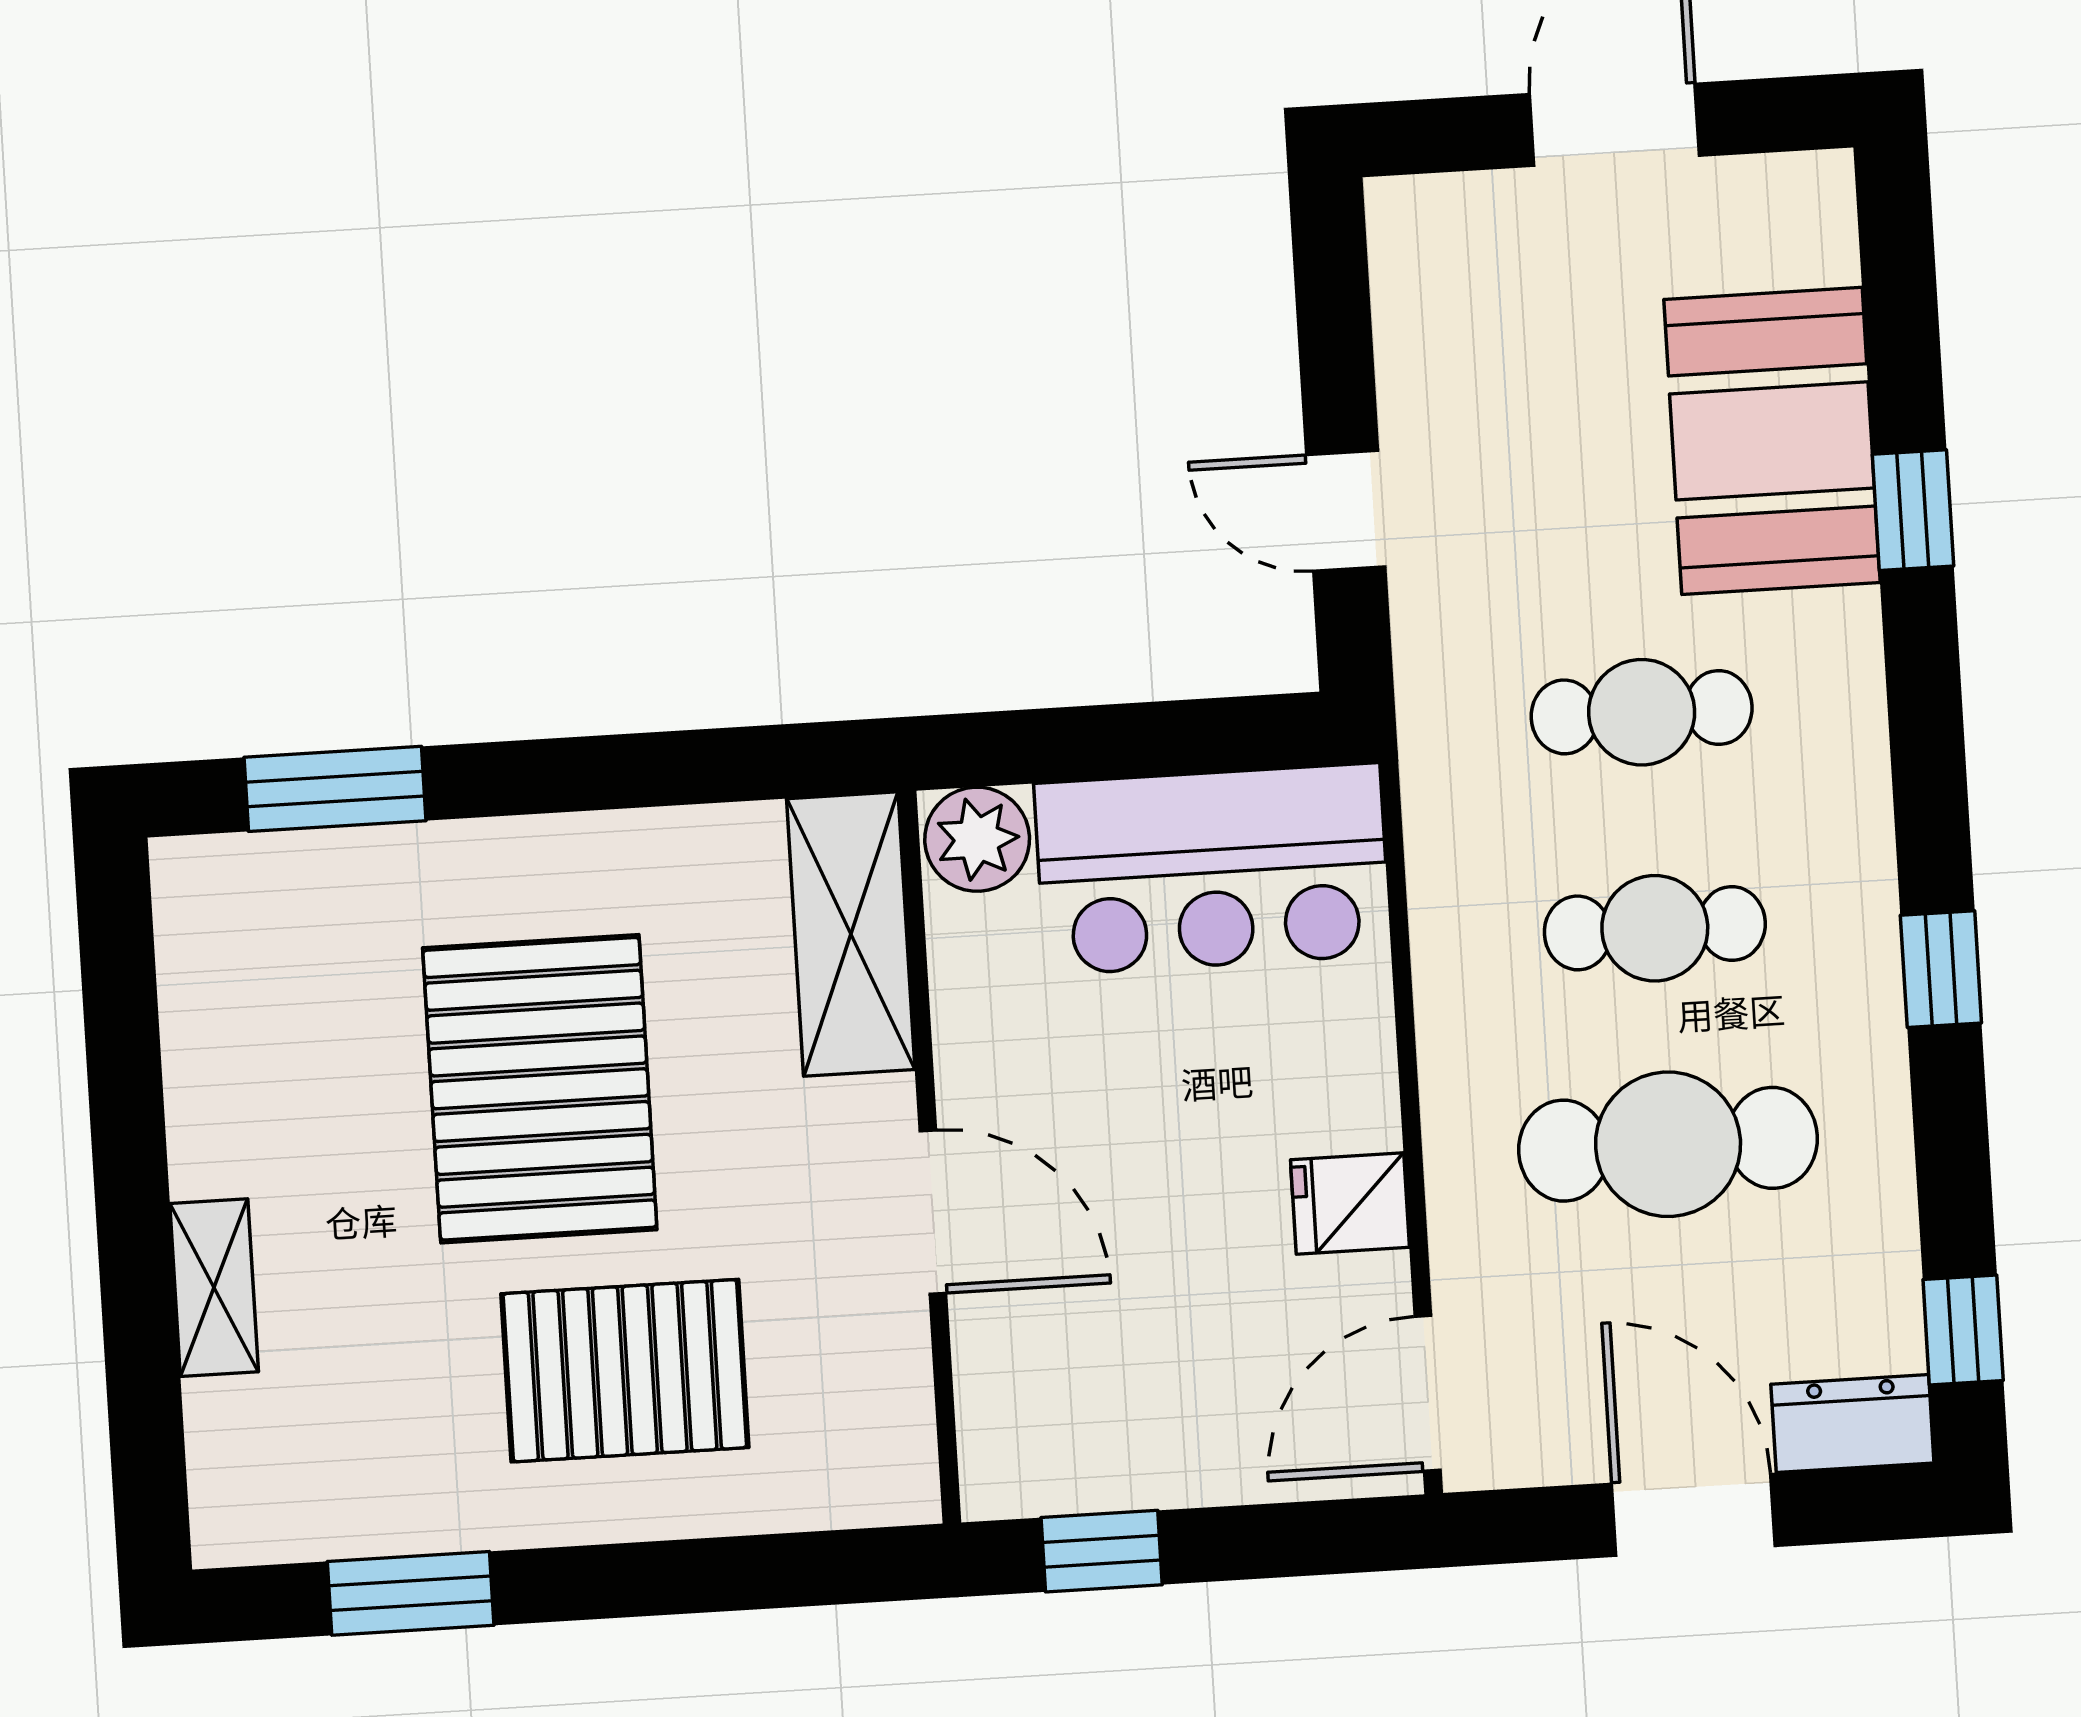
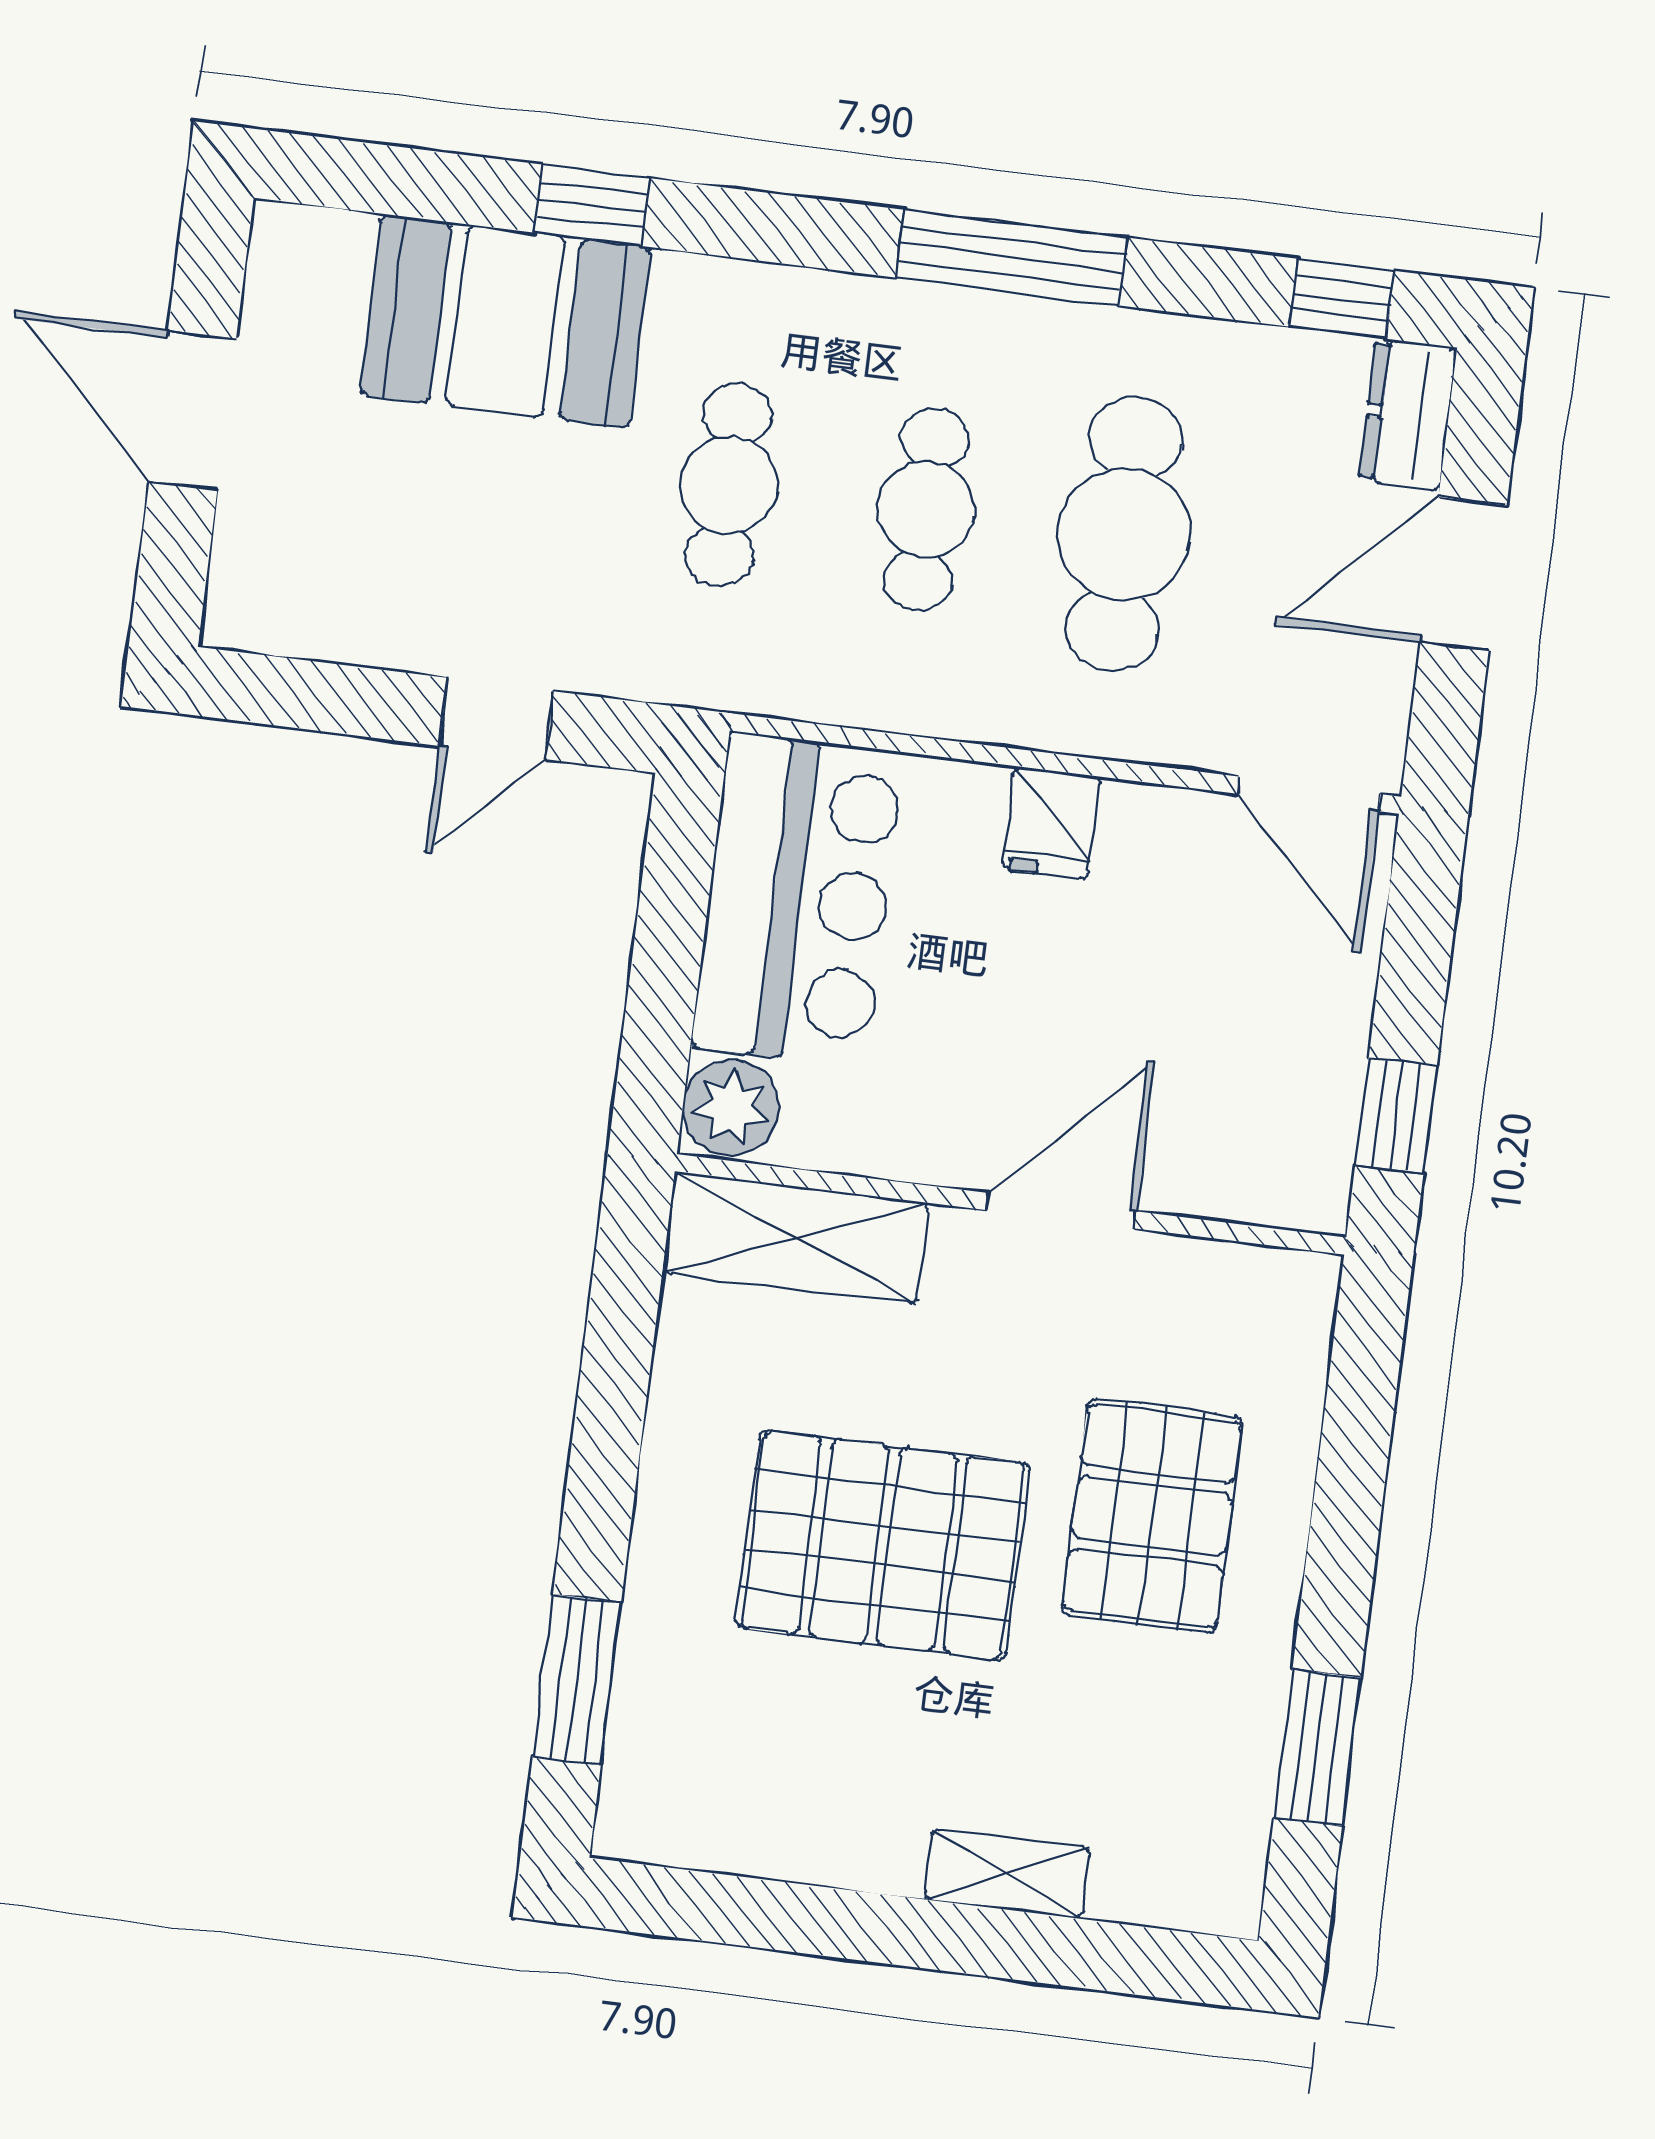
window: (1941, 969) -> (1012, 258), width x2.17
fridge: (1350, 1203) -> (1051, 823), moved

